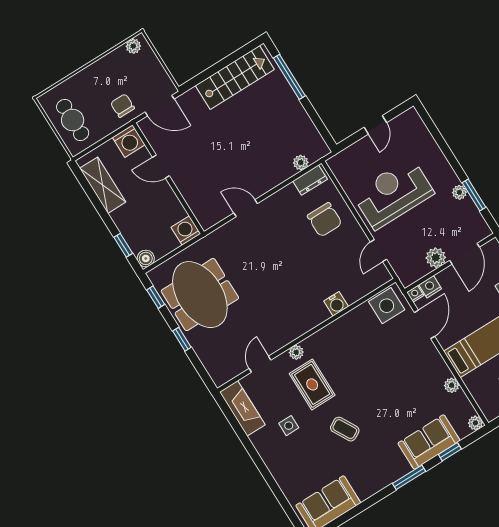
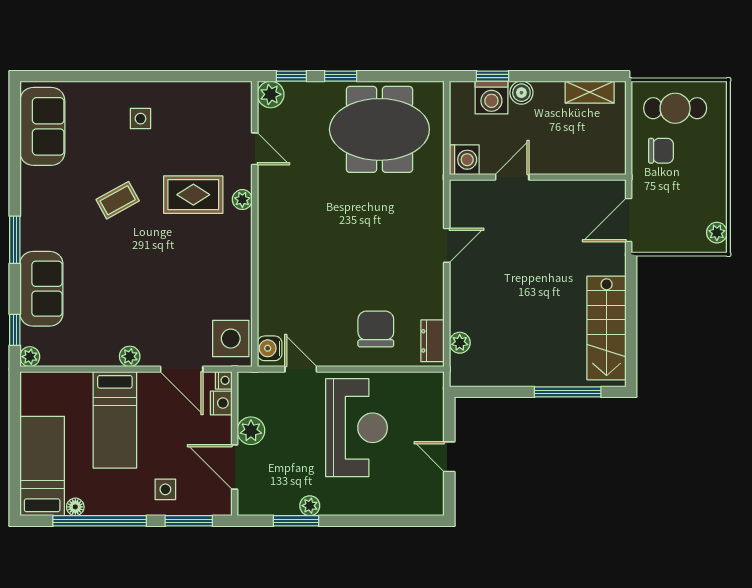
chair: (122, 106) -> (661, 151), moved
washing machine: (129, 141) -> (491, 98), moved, turned -90
door: (161, 167) -> (512, 177), moved
shelving: (103, 185) -> (590, 92), width x0.67, depth x0.75
chair: (325, 220) -> (376, 329), turned 90
boiler: (146, 258) -> (521, 93), moved
window: (156, 297) -> (291, 76), moved
water cooler: (336, 304) -> (270, 348), moved
plant: (220, 375) -> (271, 94), added
plant: (452, 385) -> (130, 356), moved
fireplace: (242, 408) -> (216, 96), removed
side table: (289, 426) -> (140, 119), moved
window: (450, 452) -> (15, 330), moved

